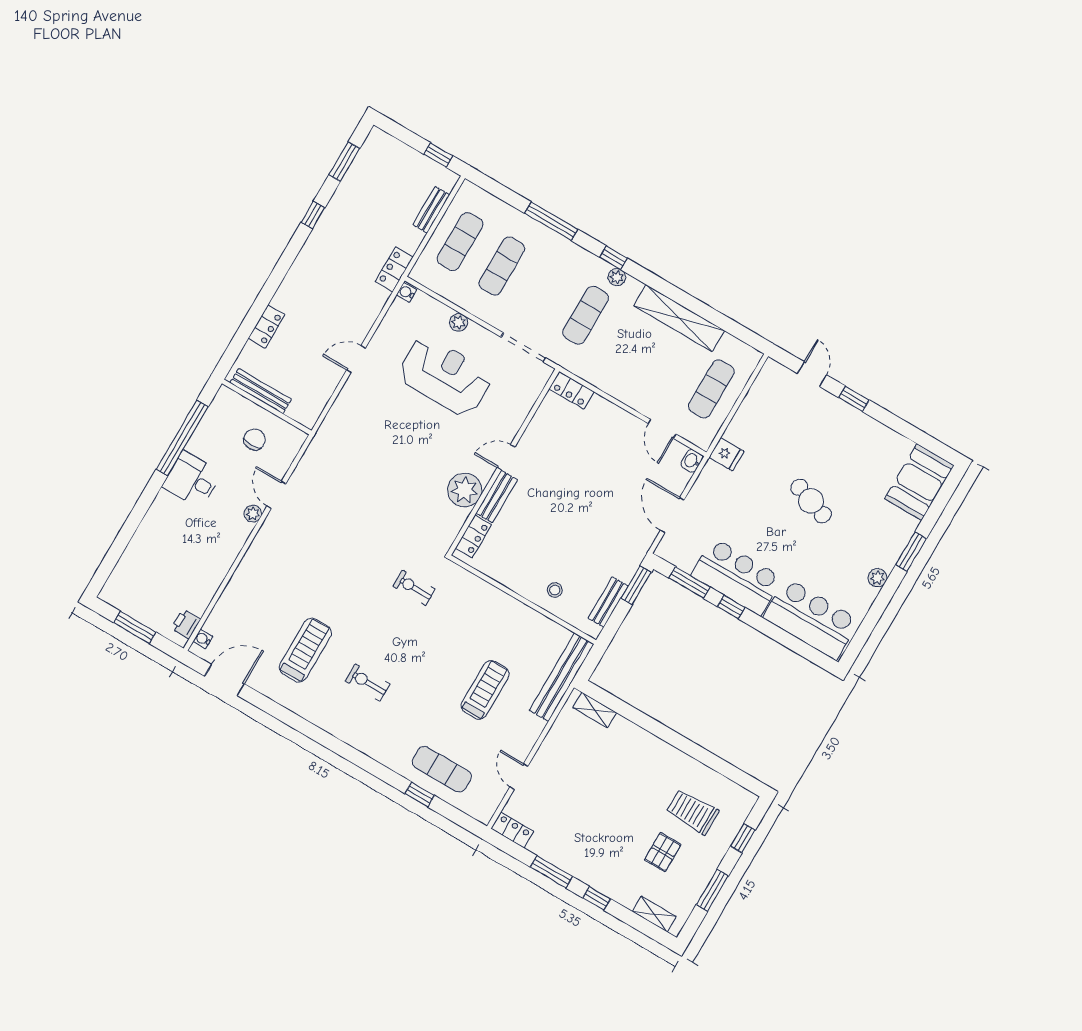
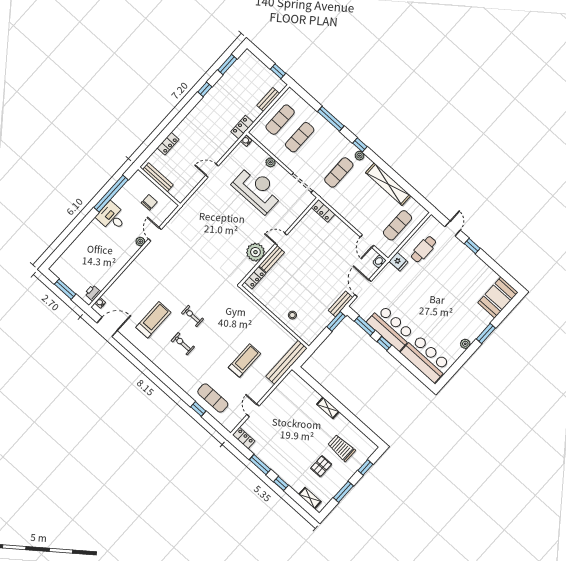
cafe table: (811, 501) -> (424, 249), moved, turned 71
exercise bike: (414, 588) -> (193, 316), moved
bench: (608, 602) -> (340, 304), moved
shelving: (595, 710) -> (328, 408), moved

